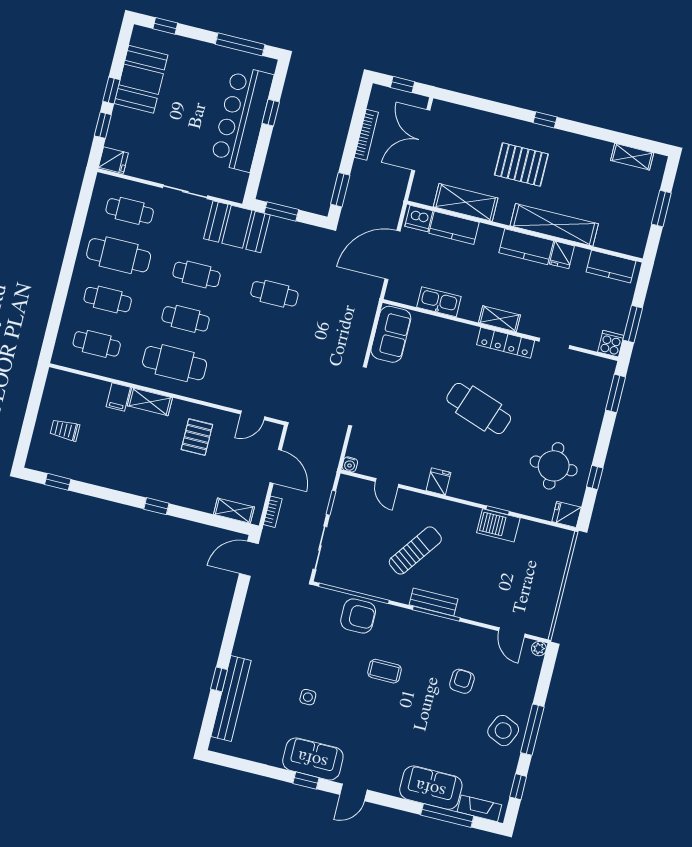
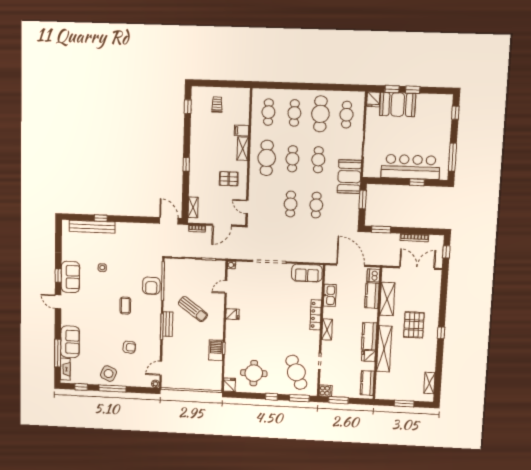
booth: (141, 79) -> (398, 104), moved
cafe table: (263, 338) -> (291, 204), added
locker: (506, 343) -> (316, 315), moved
cafe table: (479, 409) -> (296, 372), moved, turned -41
window: (595, 477) -> (272, 397), moved

